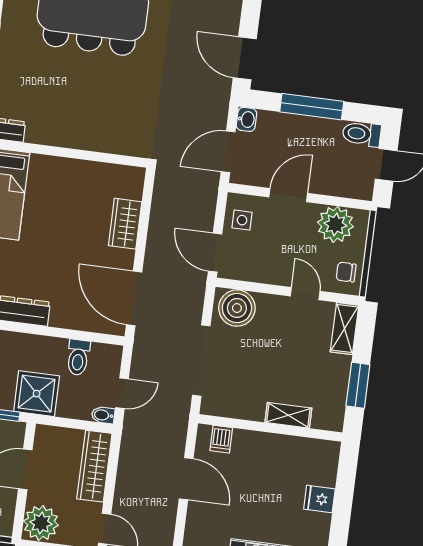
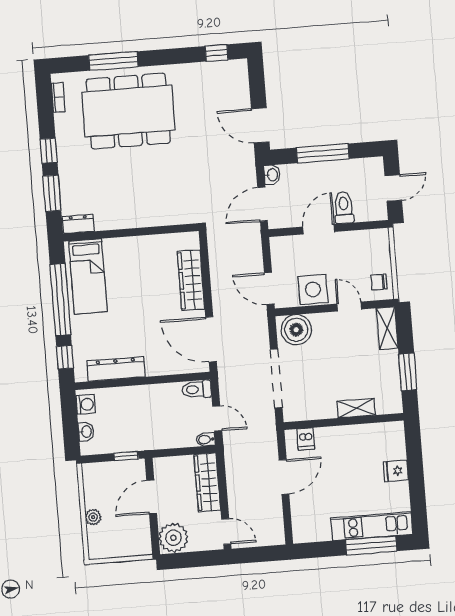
toilet: (362, 134) -> (344, 208), moved, turned 90
side table: (242, 220) -> (313, 289), moved, width x1.87, depth x1.87
wardrobe: (125, 224) -> (191, 280), width x1.50
plant: (335, 224) -> (362, 245), removed
toilet: (78, 357) -> (197, 389), moved, turned 90
door: (122, 393) -> (217, 419), hinge flipped
shower: (37, 394) -> (148, 433), removed
door: (186, 479) -> (284, 477), hinge flipped

